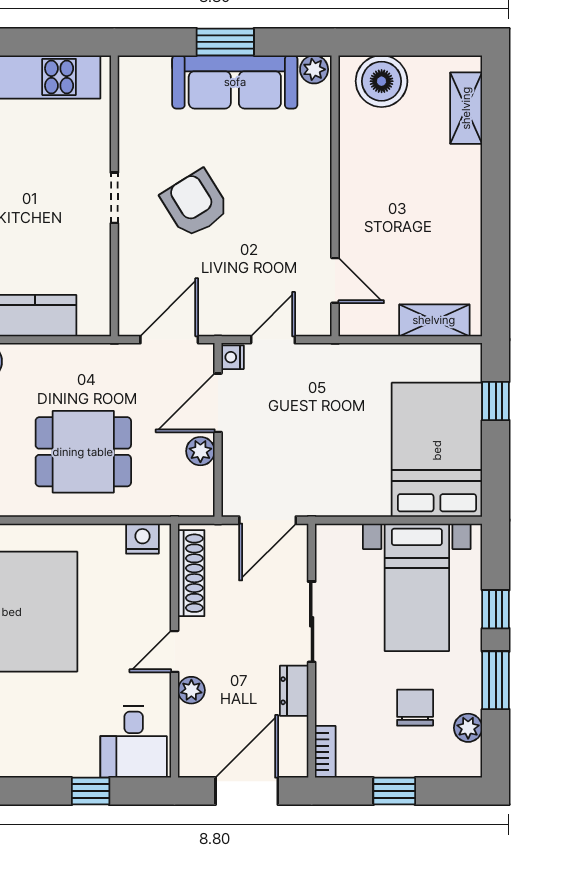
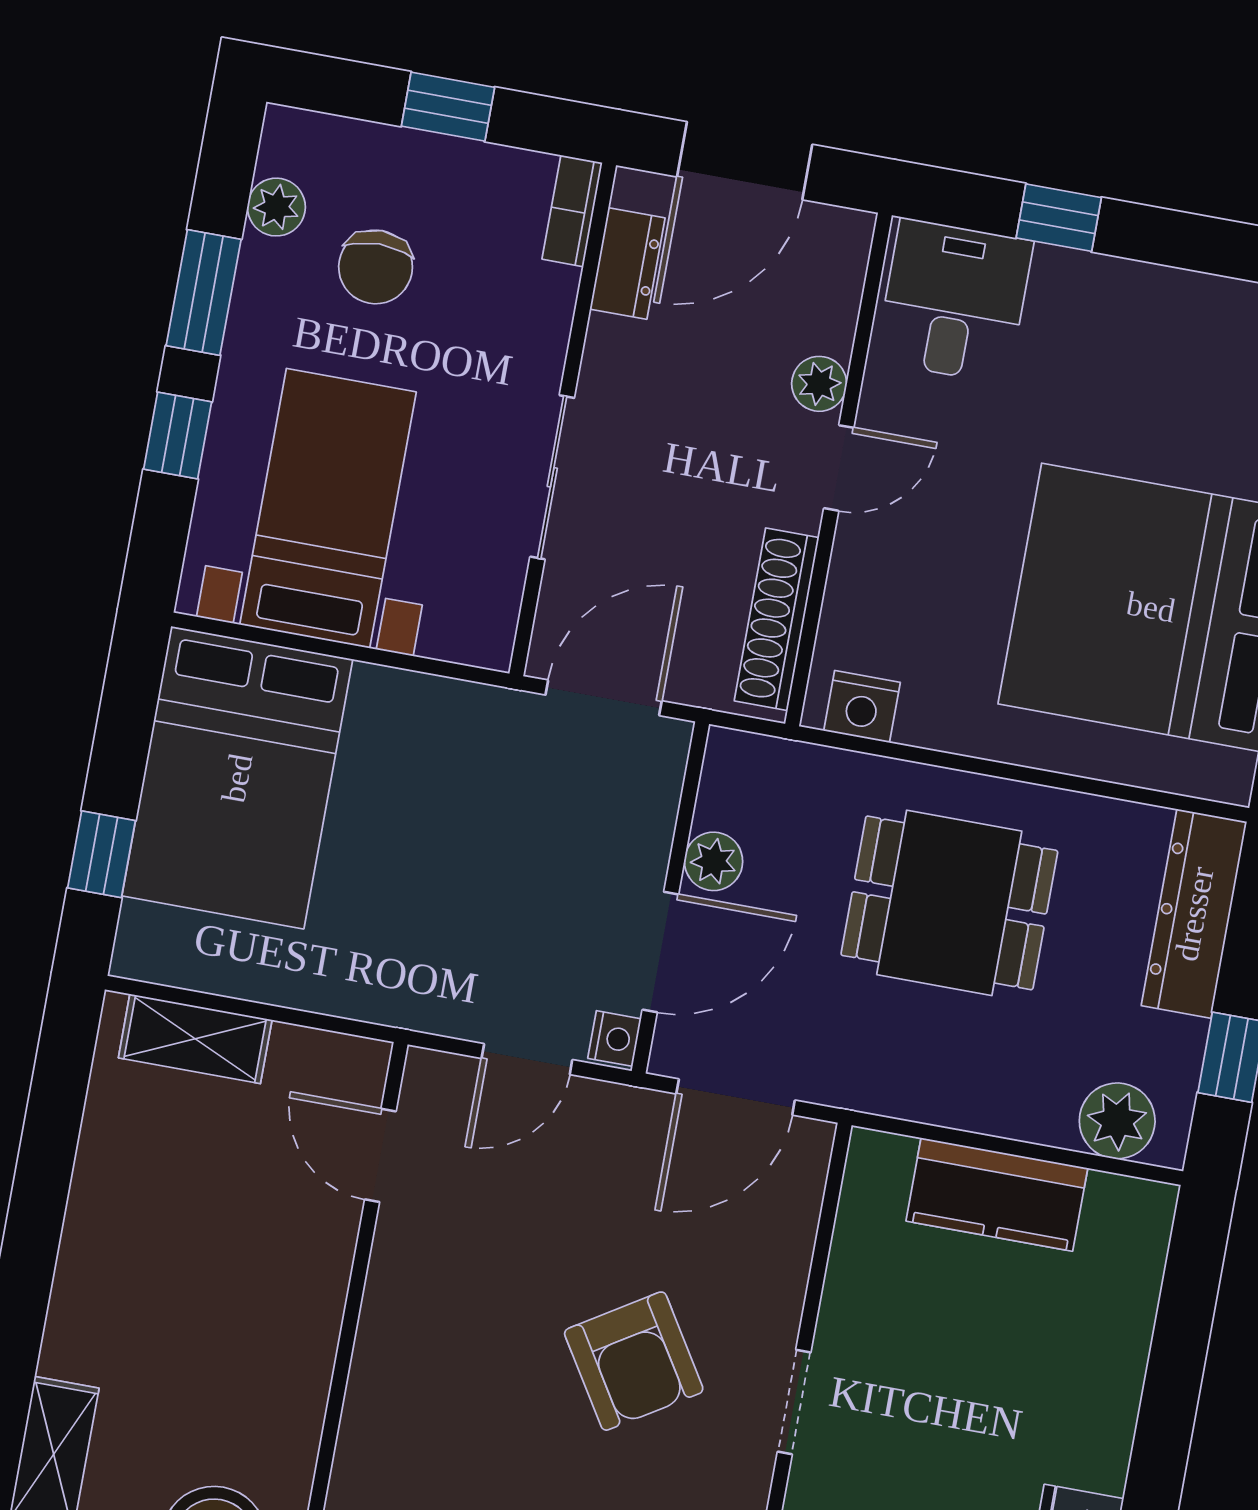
dresser: (294, 691) -> (627, 264), moved

